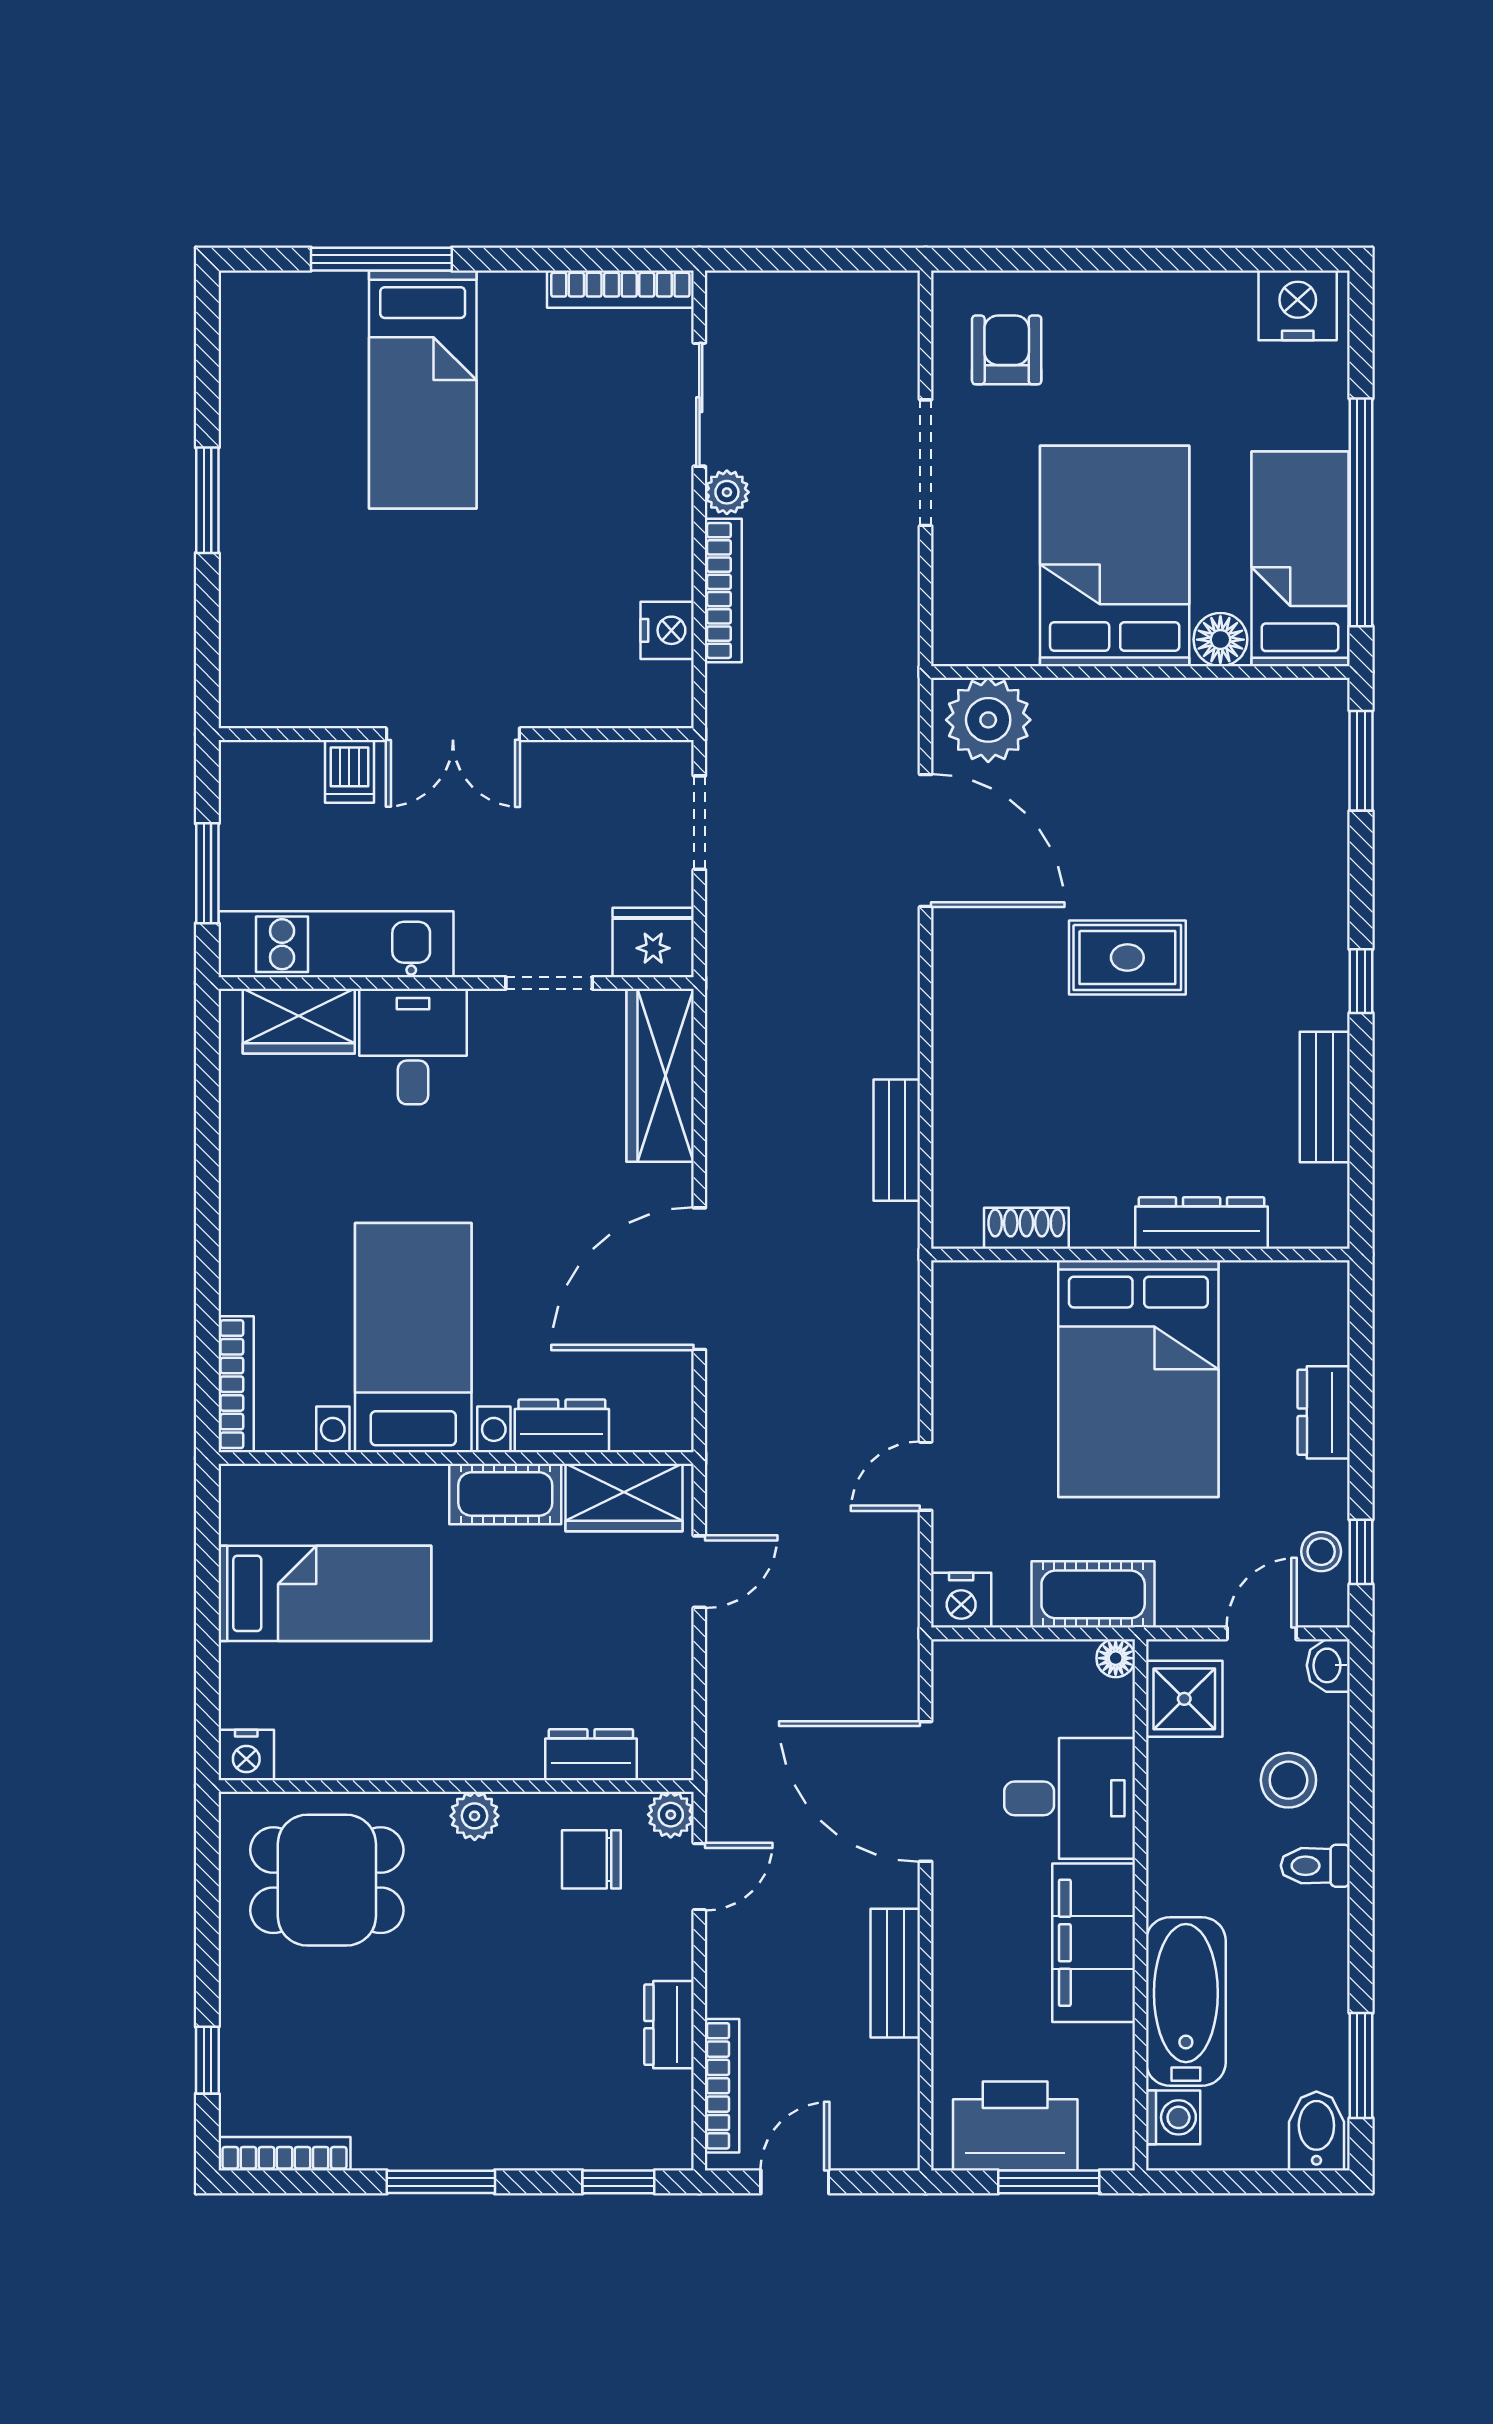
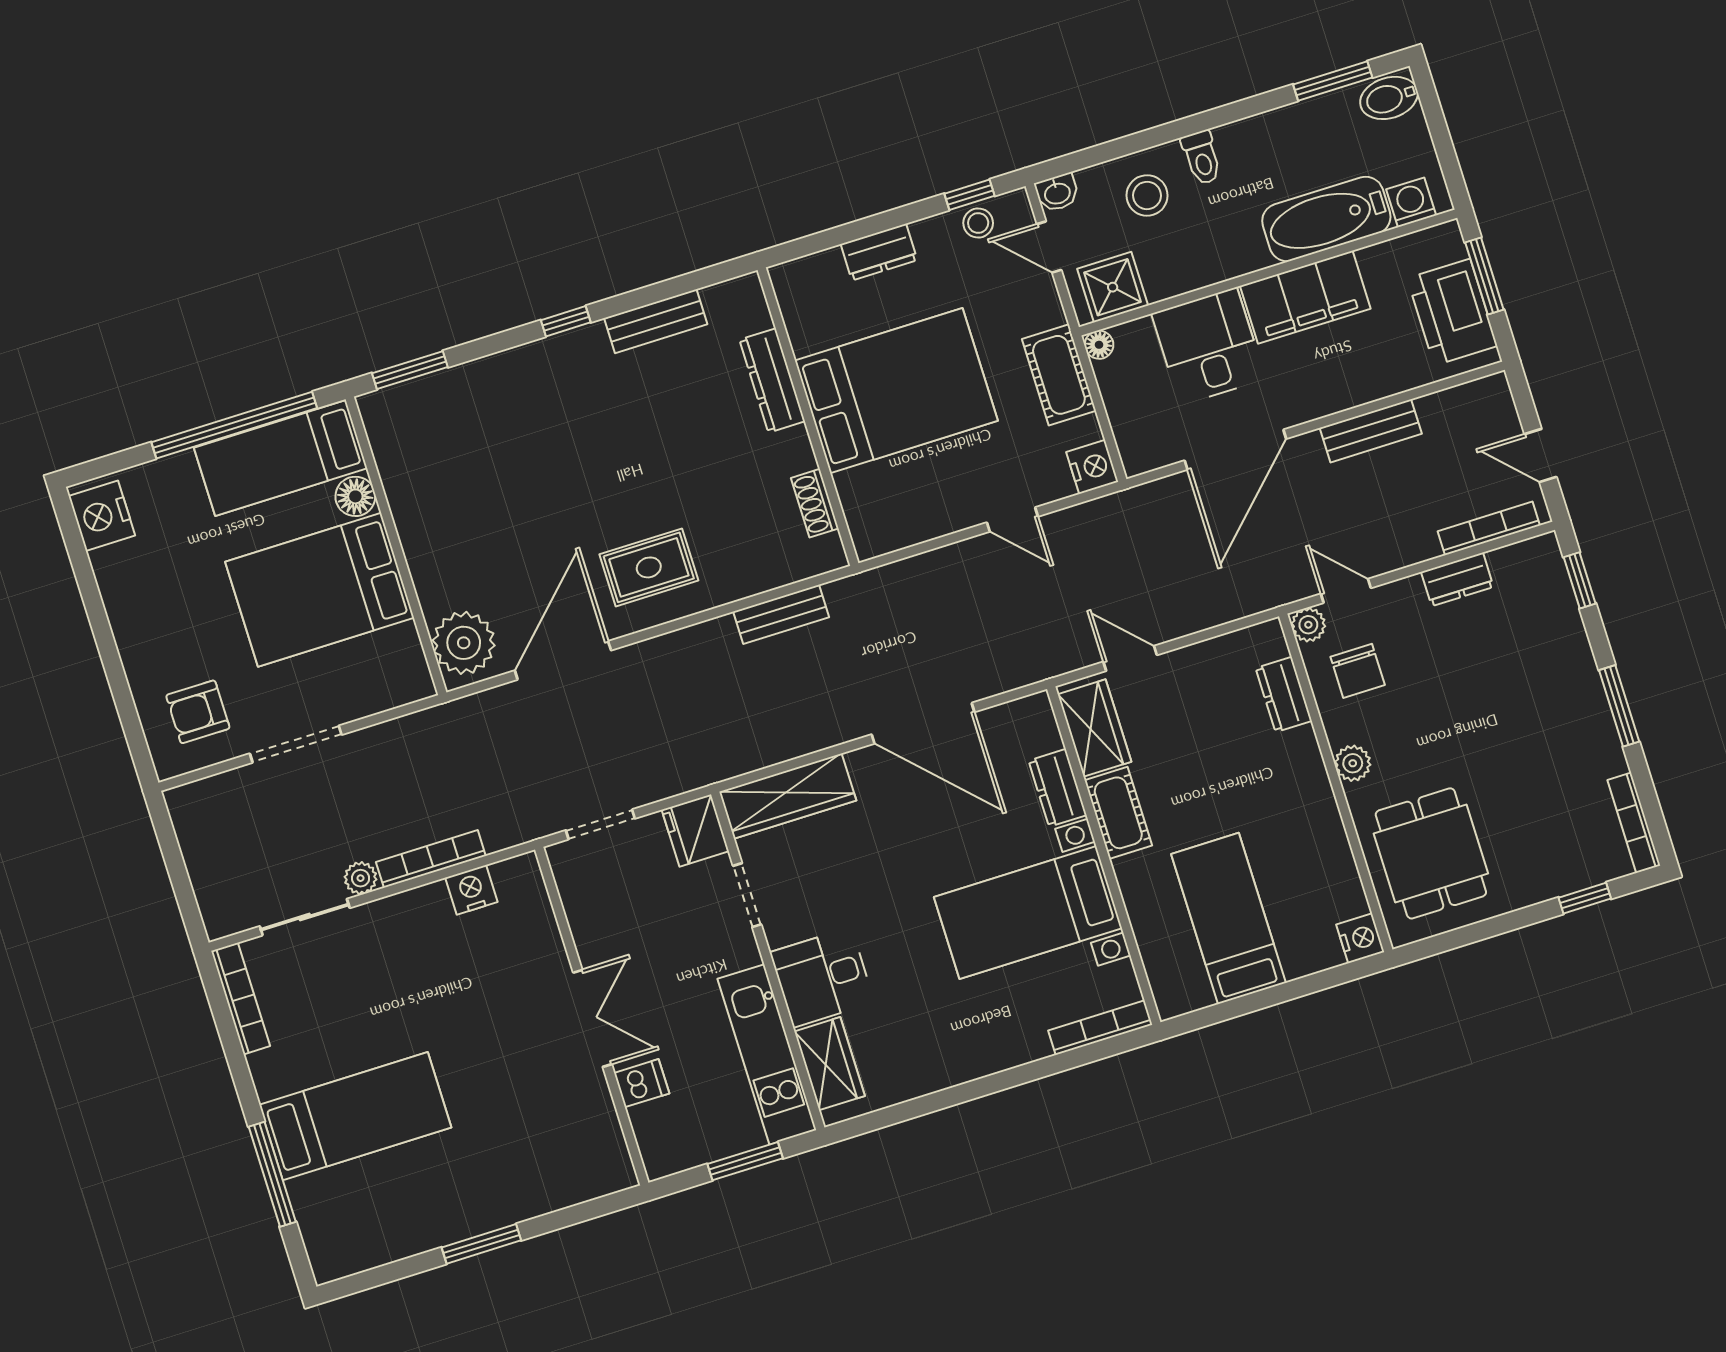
rug: (1127, 957) -> (649, 567), moved, turned 90

